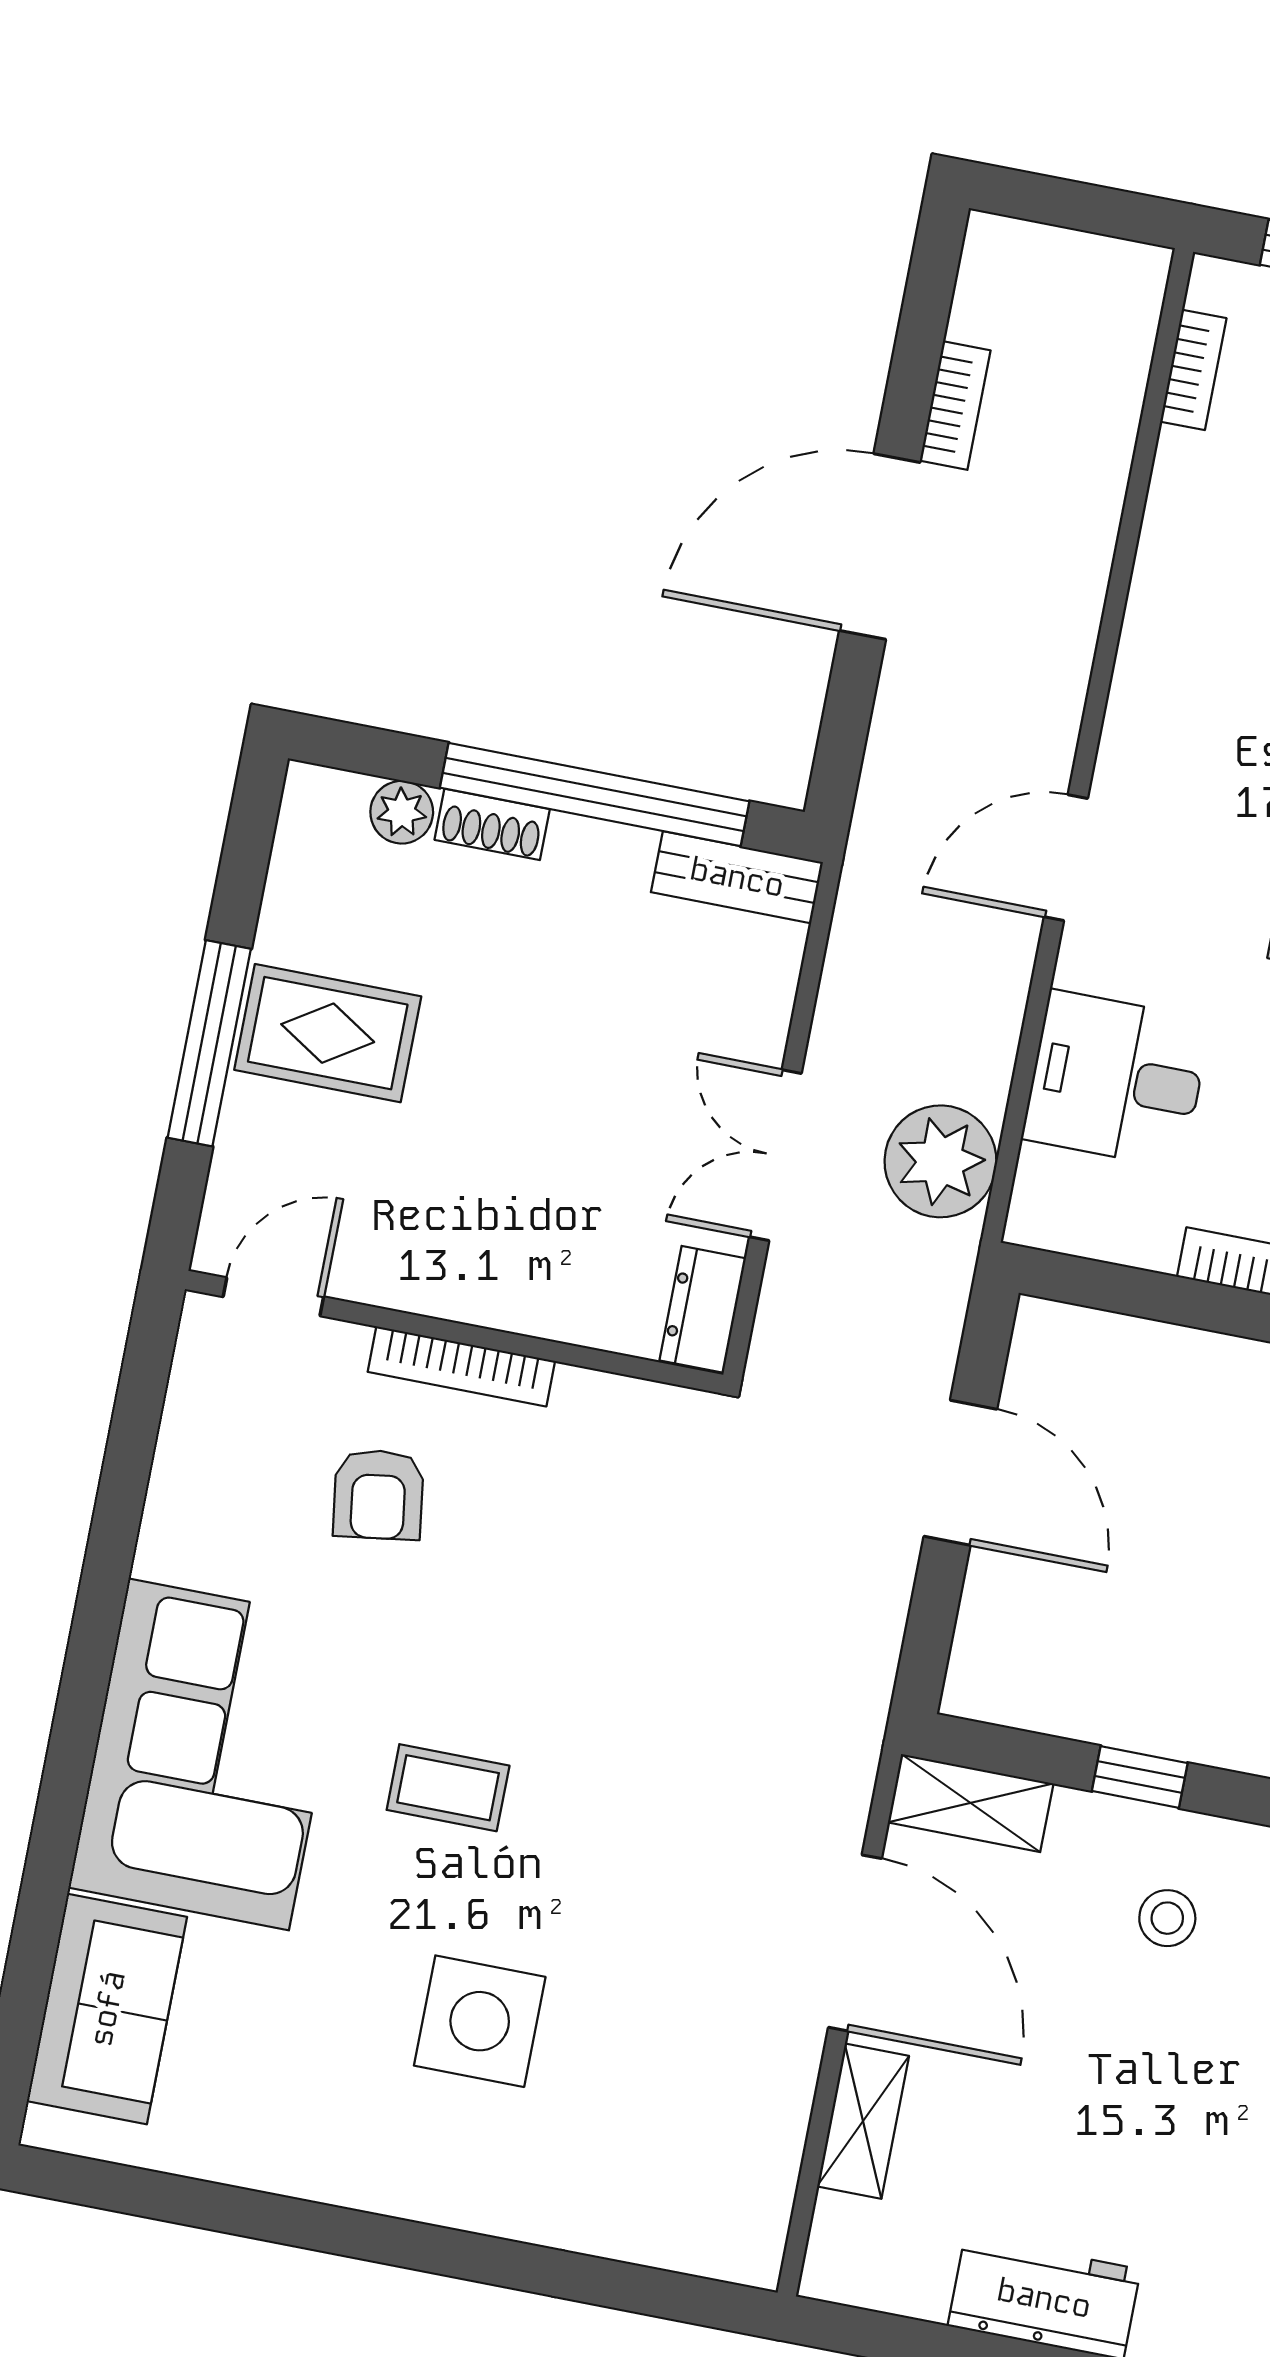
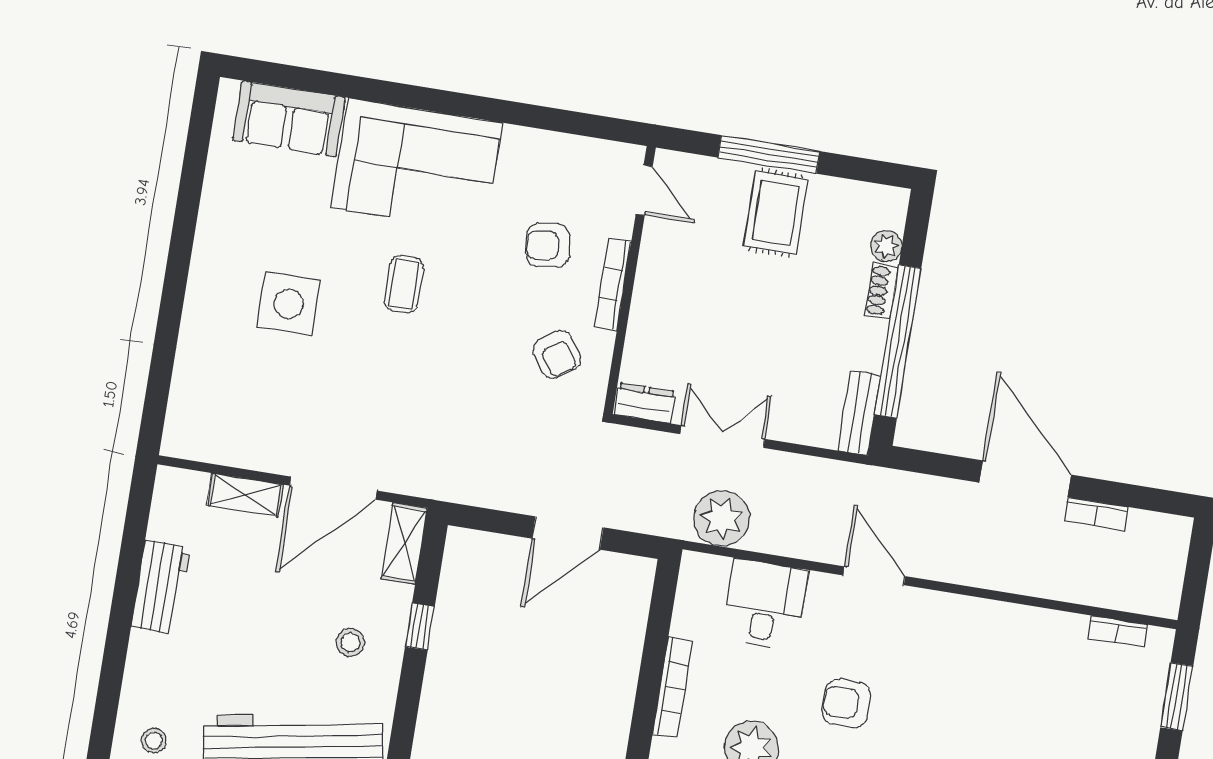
armchair: (599, 1484) -> (557, 354), added

